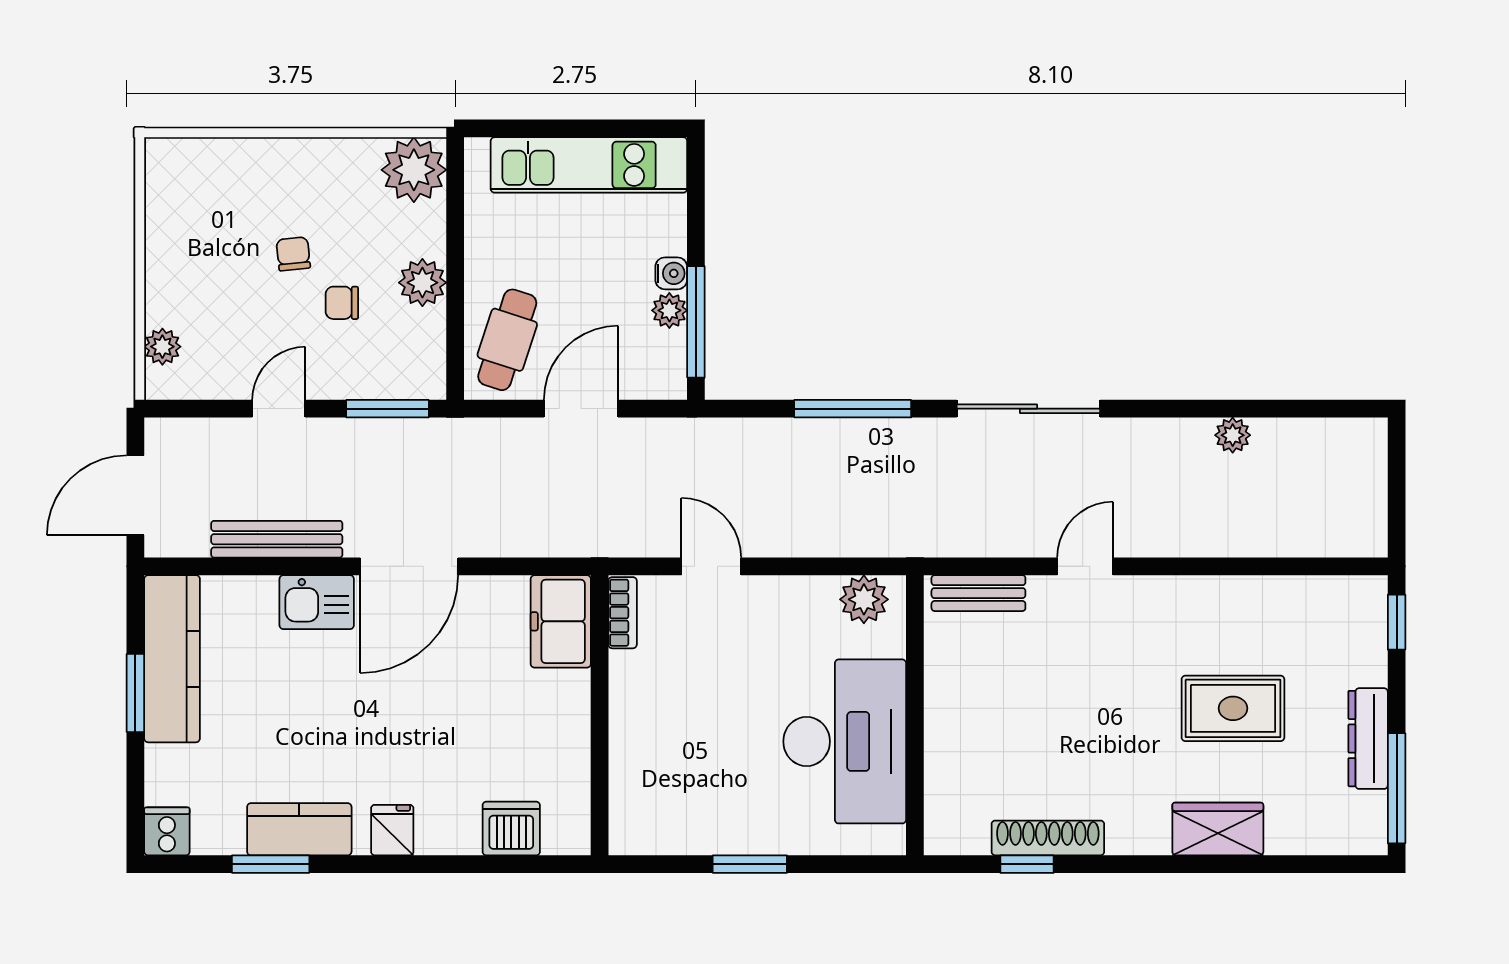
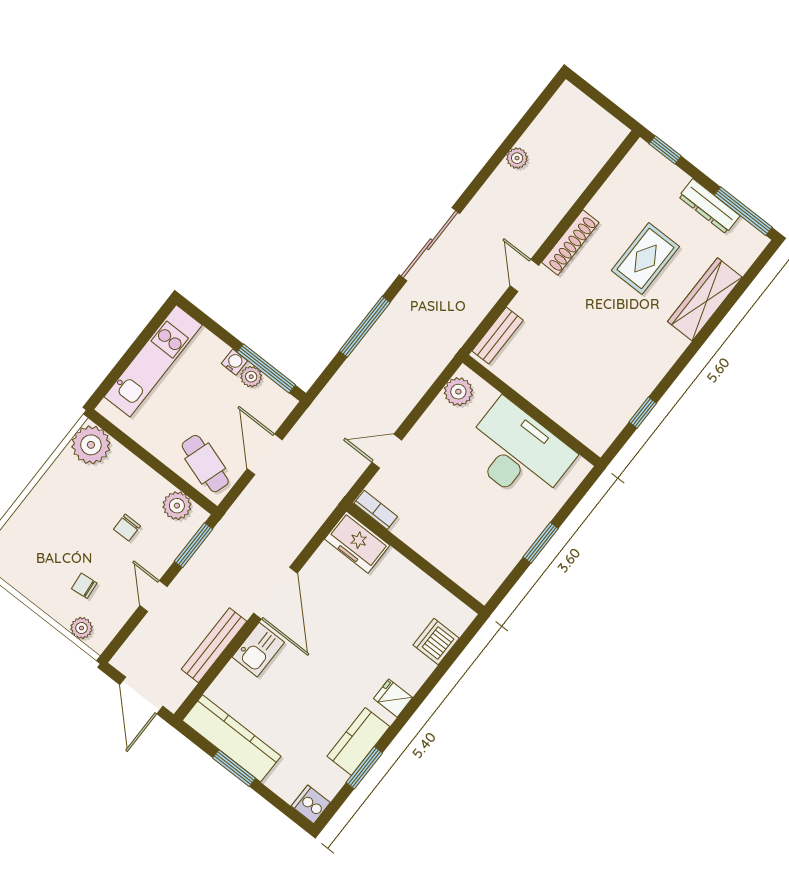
chair: (293, 254) -> (84, 586), moved
plant: (422, 283) -> (177, 506), moved
wardrobe: (1218, 829) -> (705, 299), width x1.50
shoe rack: (1048, 838) -> (570, 242), moved, turned 180

